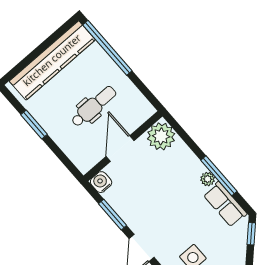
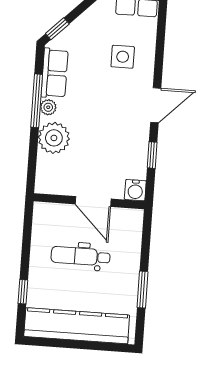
window: (107, 48) -> (23, 292), width x0.32
plant: (161, 136) -> (54, 138), moved
door: (120, 148) -> (93, 201), hinge flipped
window: (113, 215) -> (152, 155), width x0.67

